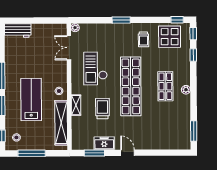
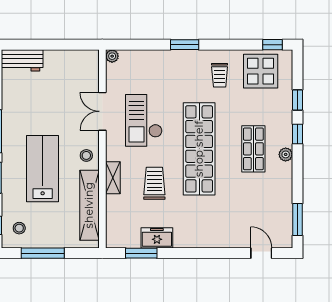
window: (193, 34) -> (298, 134), moved
double door: (69, 48) -> (102, 111), moved
door: (128, 153) -> (261, 253), moved

